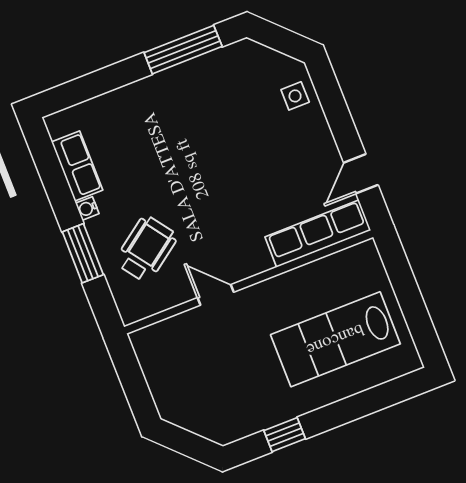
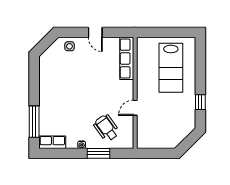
window: (183, 50) -> (34, 122), moved
row of seats: (77, 166) -> (52, 142), moved
door: (361, 174) -> (95, 32), moved

